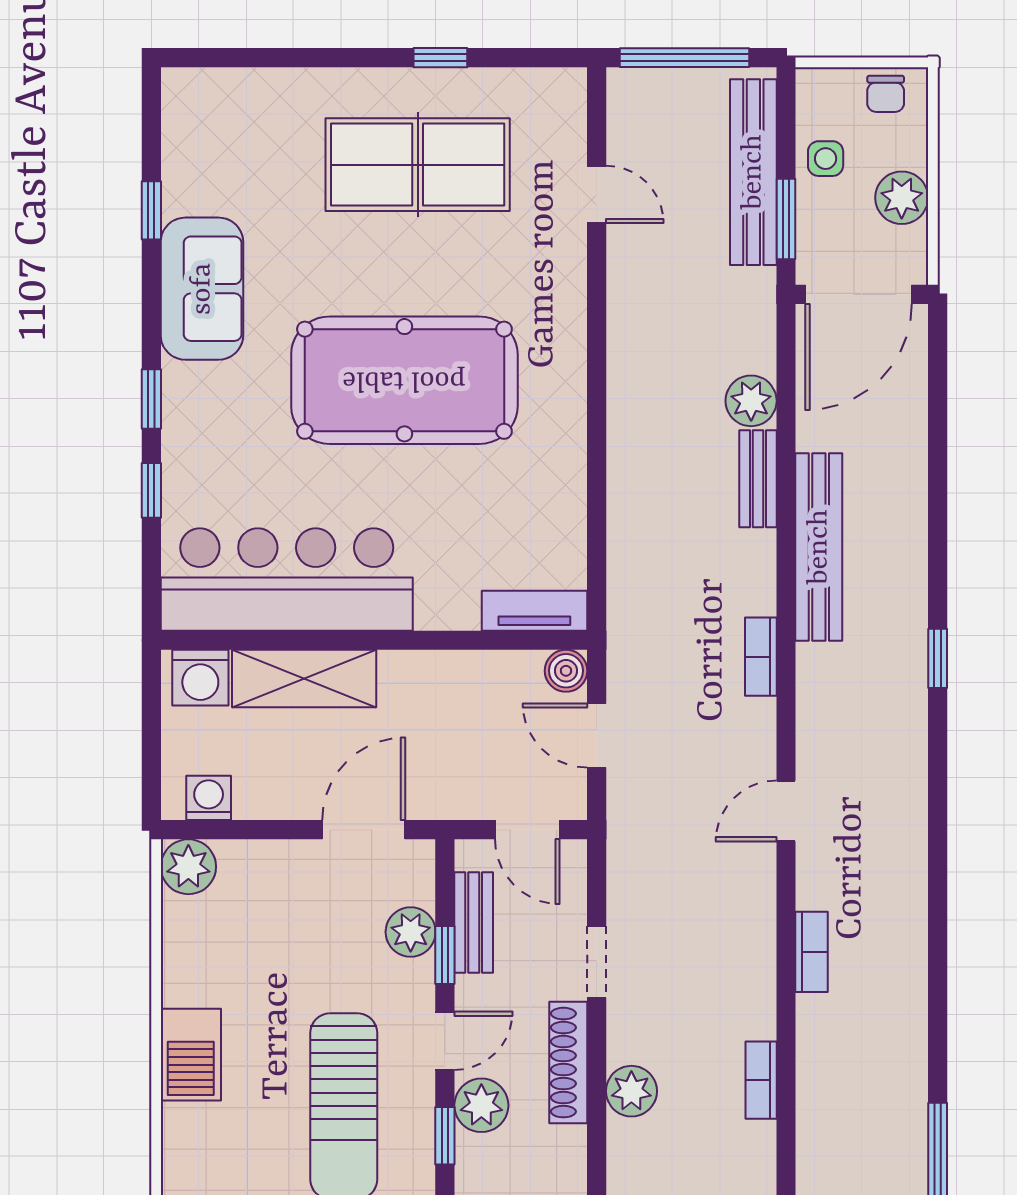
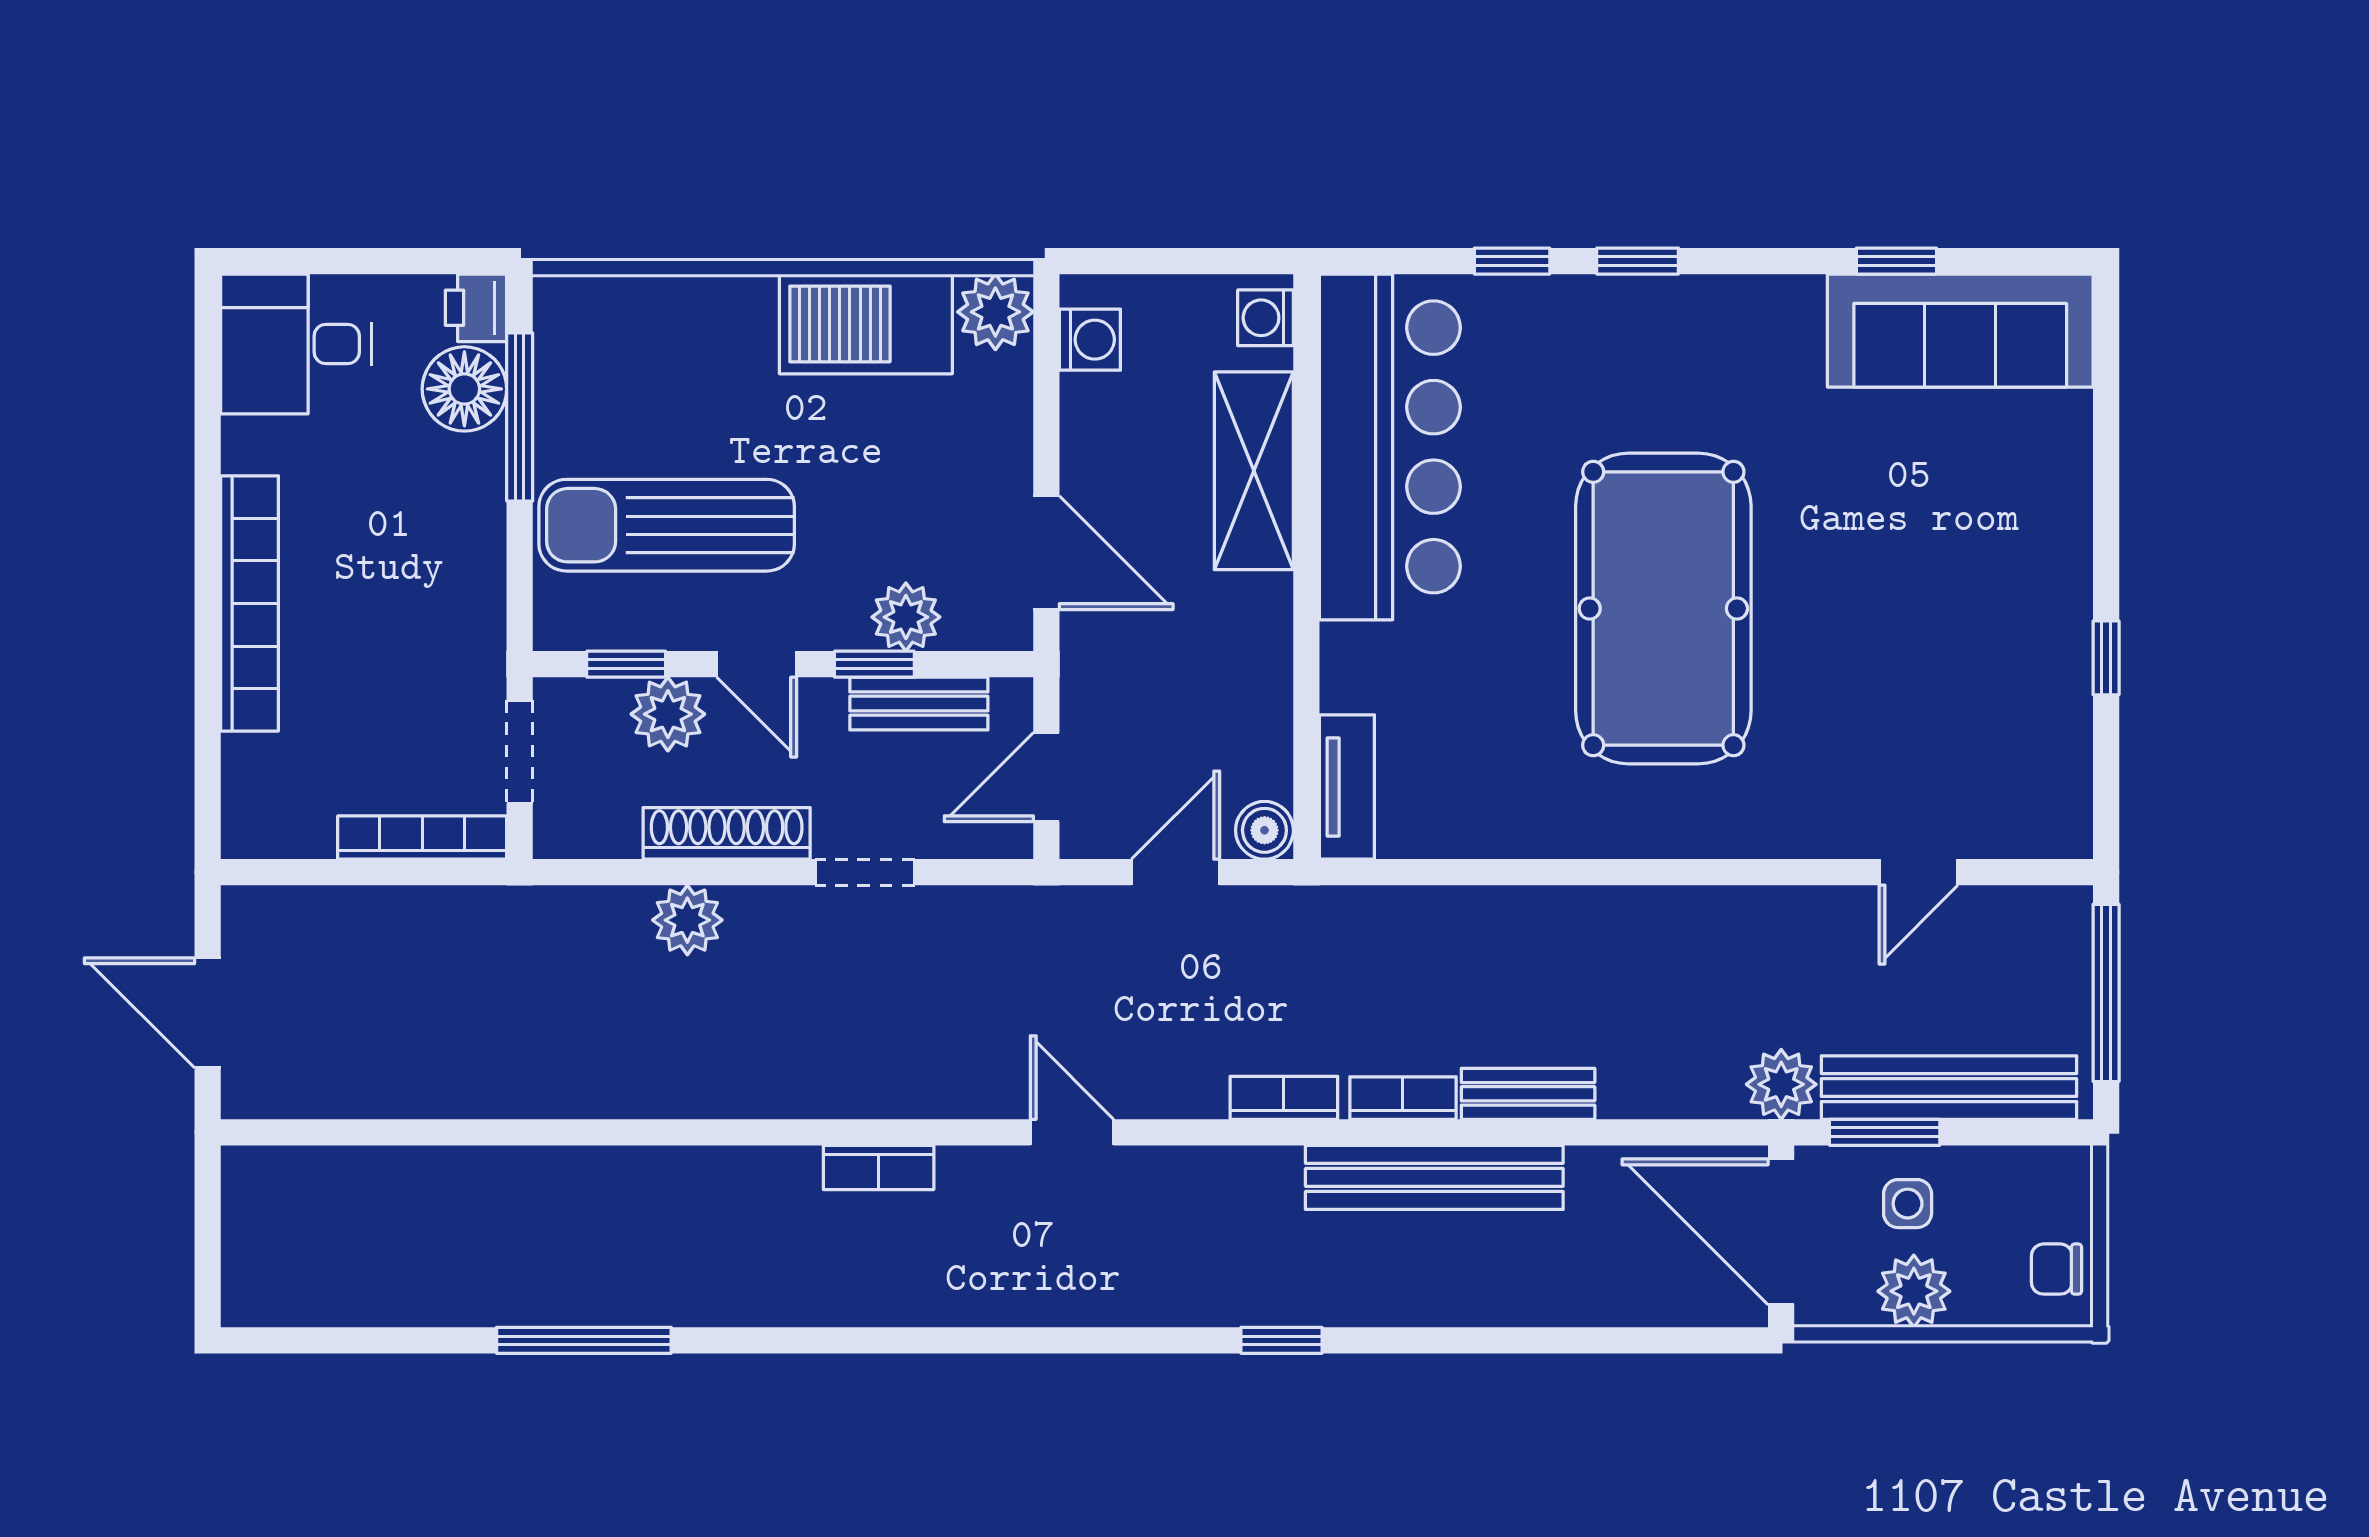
side table: (826, 159) -> (1908, 1204), moved
table tennis table: (418, 165) -> (1959, 627), removed
sofa: (202, 289) -> (1960, 331), moved, width x1.36
plant: (751, 401) -> (1781, 1084), moved
washing machine: (200, 678) -> (1266, 318), width x0.73, depth x0.73
barbecue: (191, 1055) -> (866, 324), moved, width x1.37, depth x1.21
bookcase: (761, 1080) -> (1403, 1098), moved

